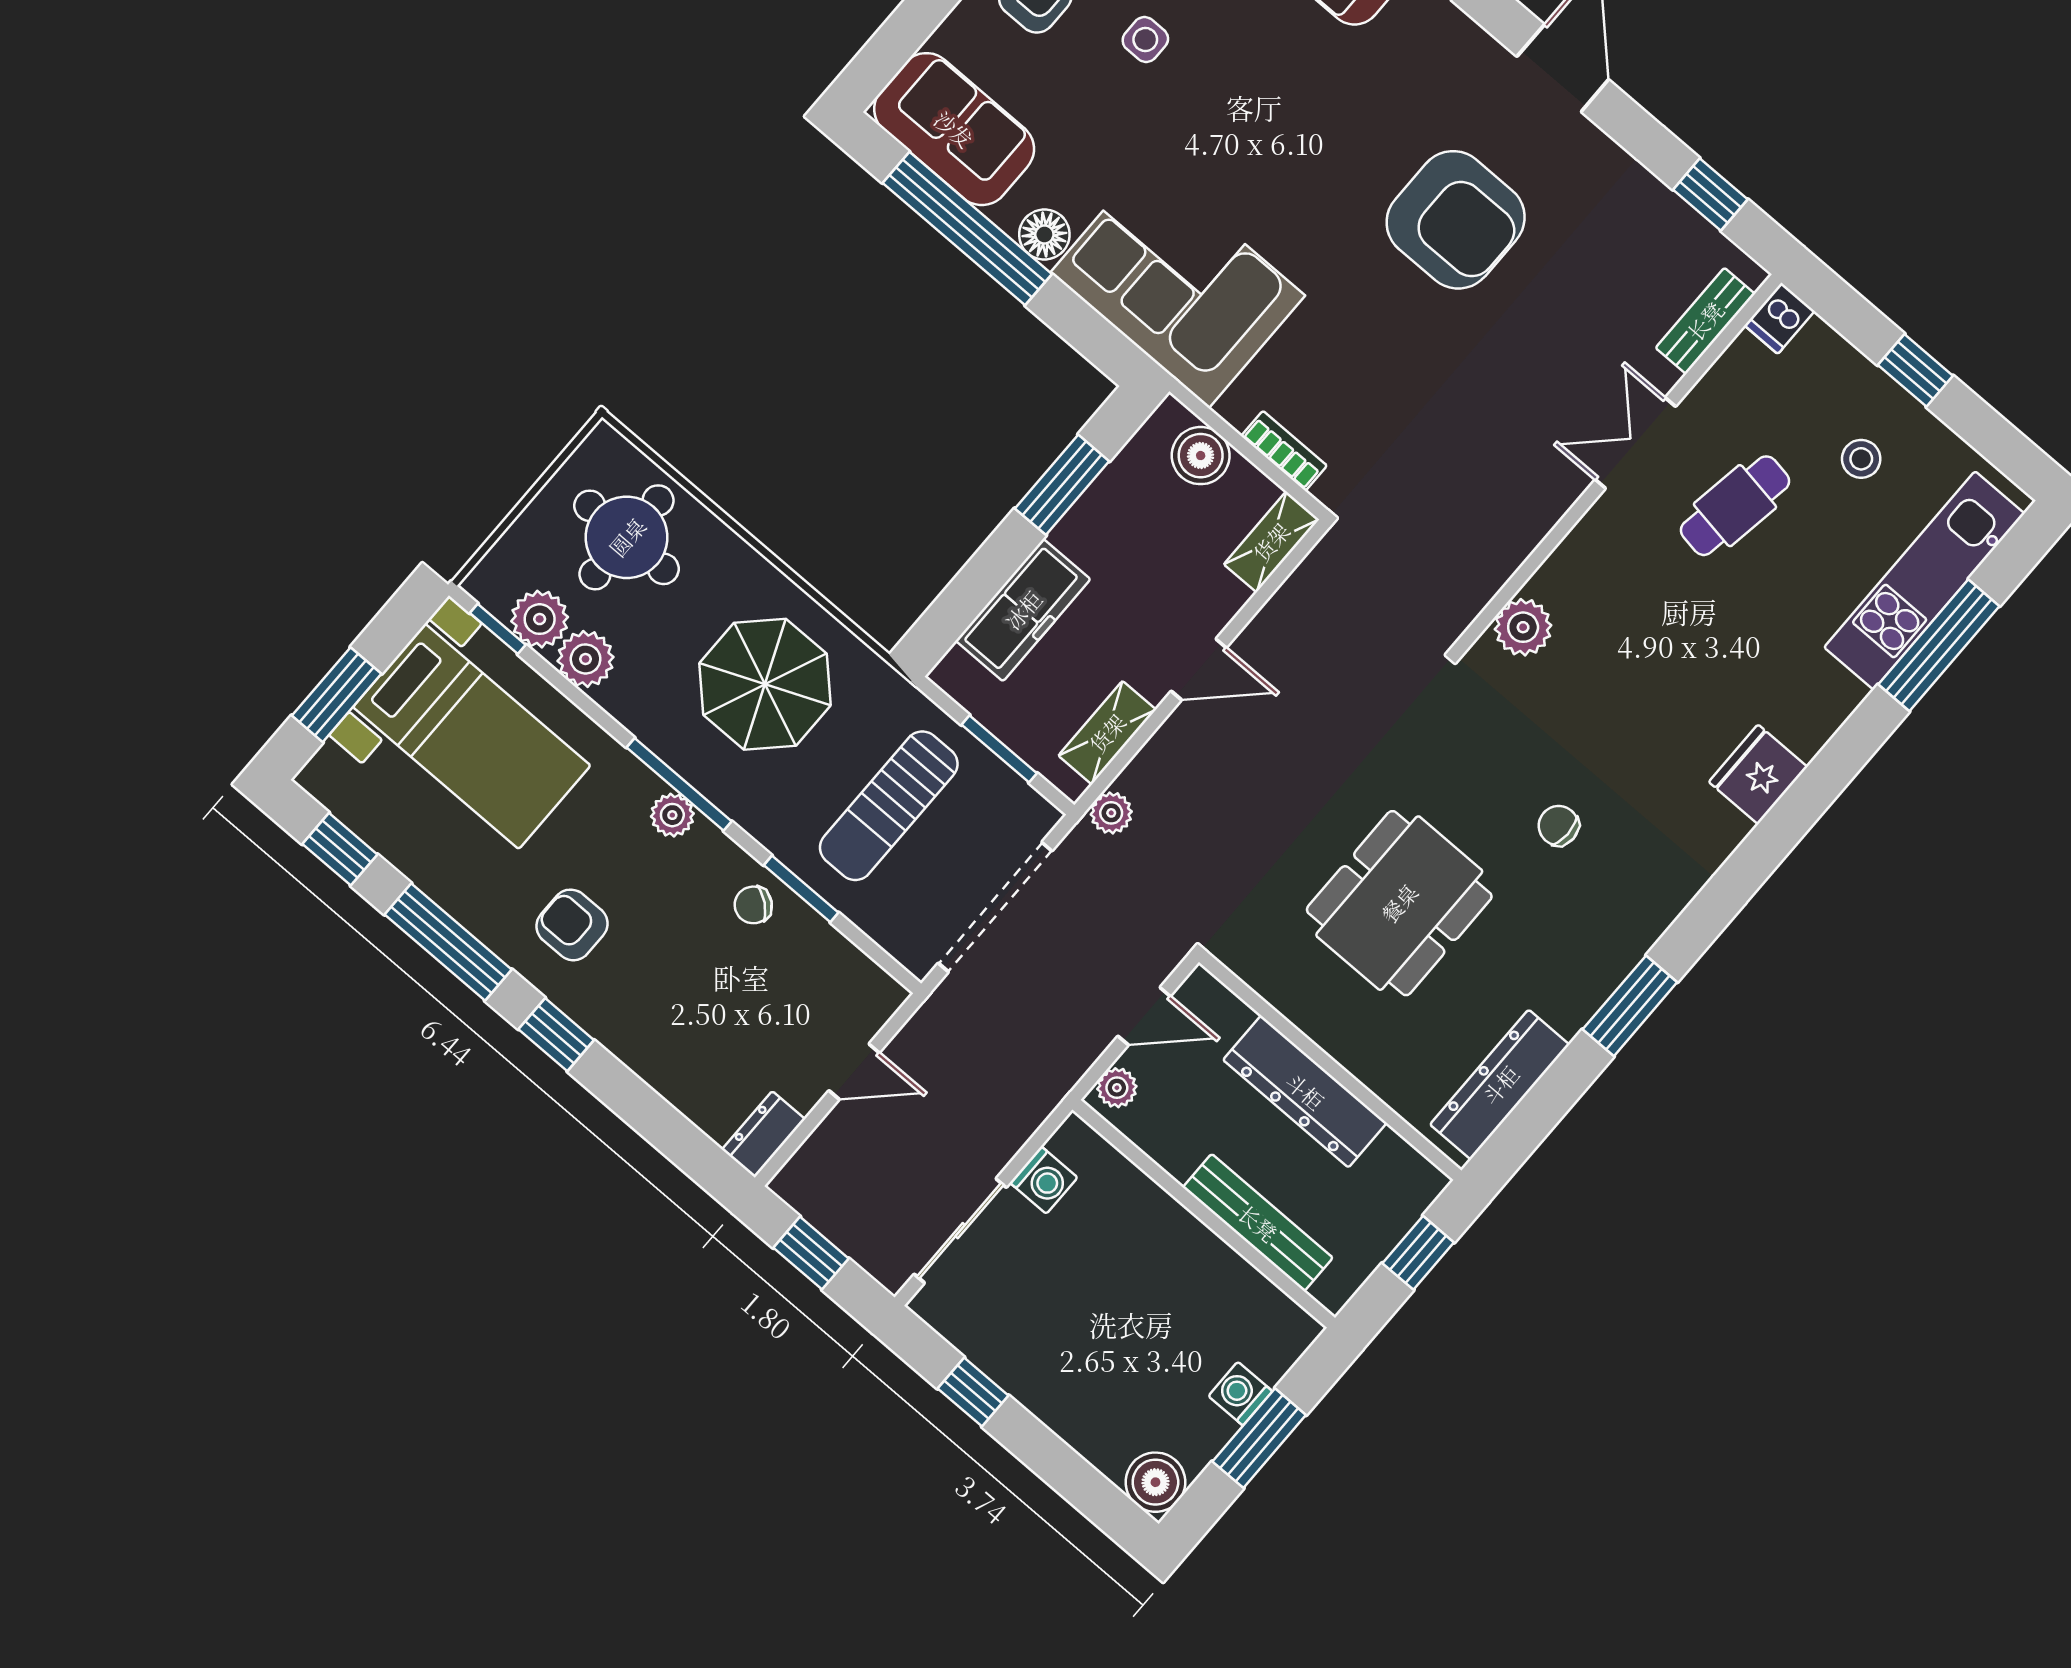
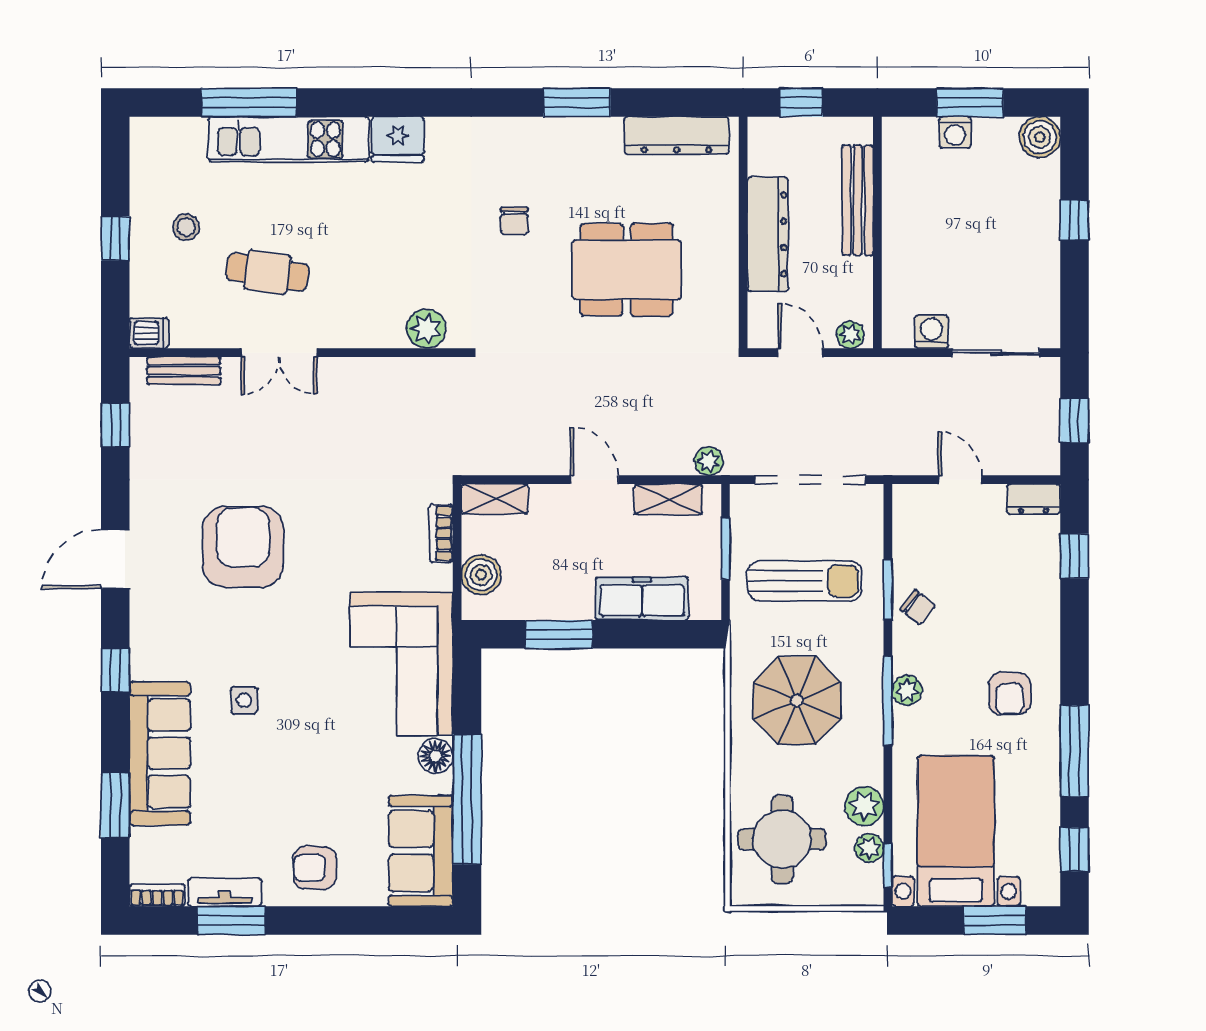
side table: (1145, 40) -> (244, 700), moved
kitchen unit: (1924, 580) -> (288, 139), moved
plant: (540, 619) -> (869, 848), width x0.73, depth x0.73
window: (556, 1035) -> (1074, 556), moved
window: (973, 1392) -> (1074, 220), moved

